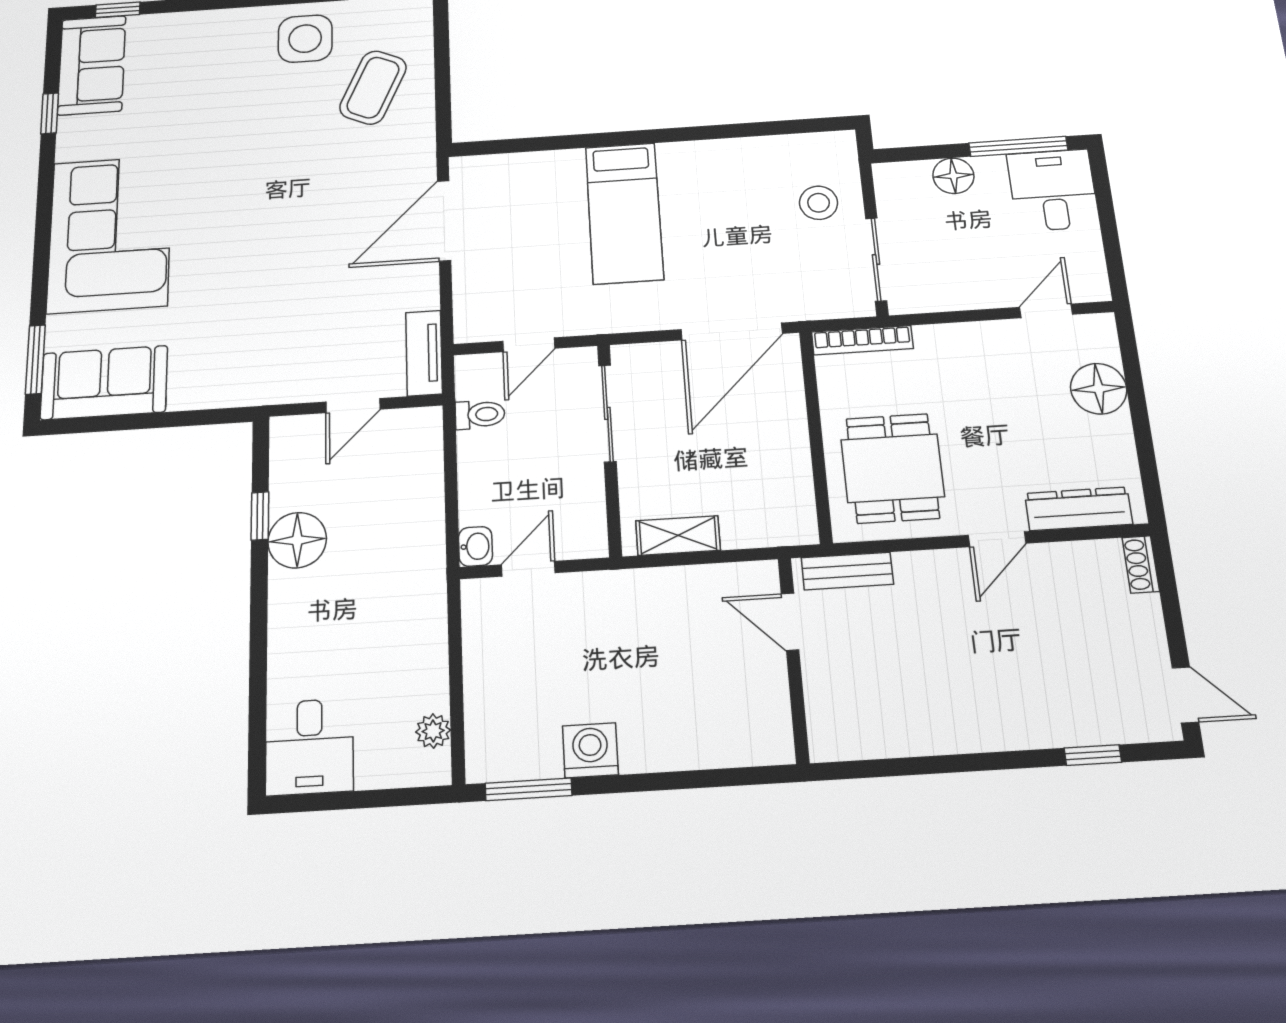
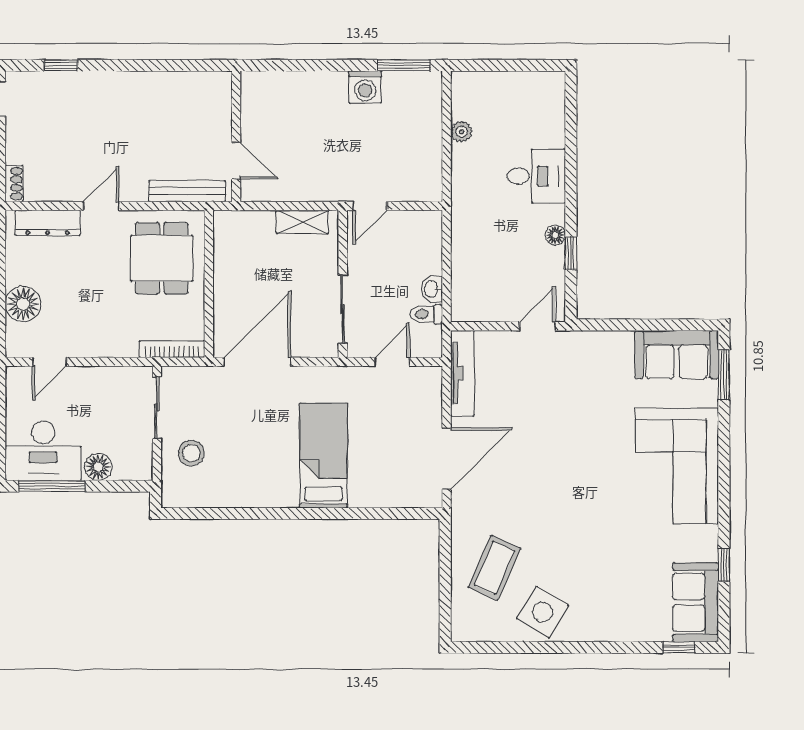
side table: (305, 39) -> (543, 612), turned 31
desk: (1053, 190) -> (43, 451), width x1.37
tv unit: (424, 353) -> (462, 373), width x1.41
door: (353, 406) -> (537, 326), moved
floor lamp: (297, 540) -> (555, 235), width x0.53, depth x0.53
washbasin: (475, 546) -> (432, 289), moved
door: (528, 569) -> (370, 206), moved
bench: (847, 571) -> (187, 191), width x1.36
plant: (433, 731) -> (462, 132), moved
desk: (309, 747) -> (536, 176), moved, turned 90

